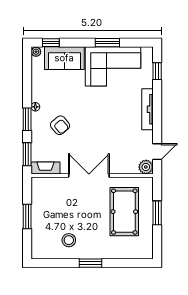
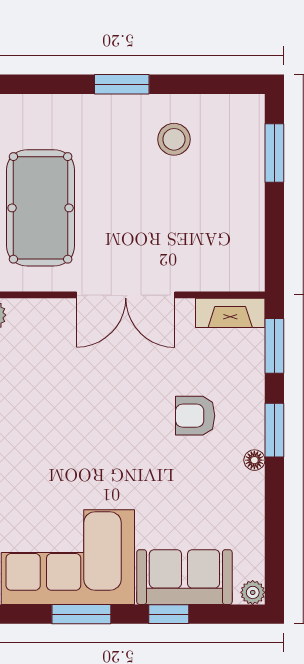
window: (51, 43) -> (169, 614), moved
armchair: (60, 125) -> (195, 416), turned -50
window: (27, 217) -> (274, 153), moved

